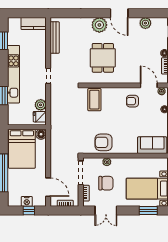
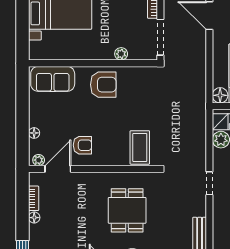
door: (149, 85) -> (58, 169), swing flipped
armchair: (104, 142) -> (103, 85), moved
chair: (106, 183) -> (122, 22), removed

